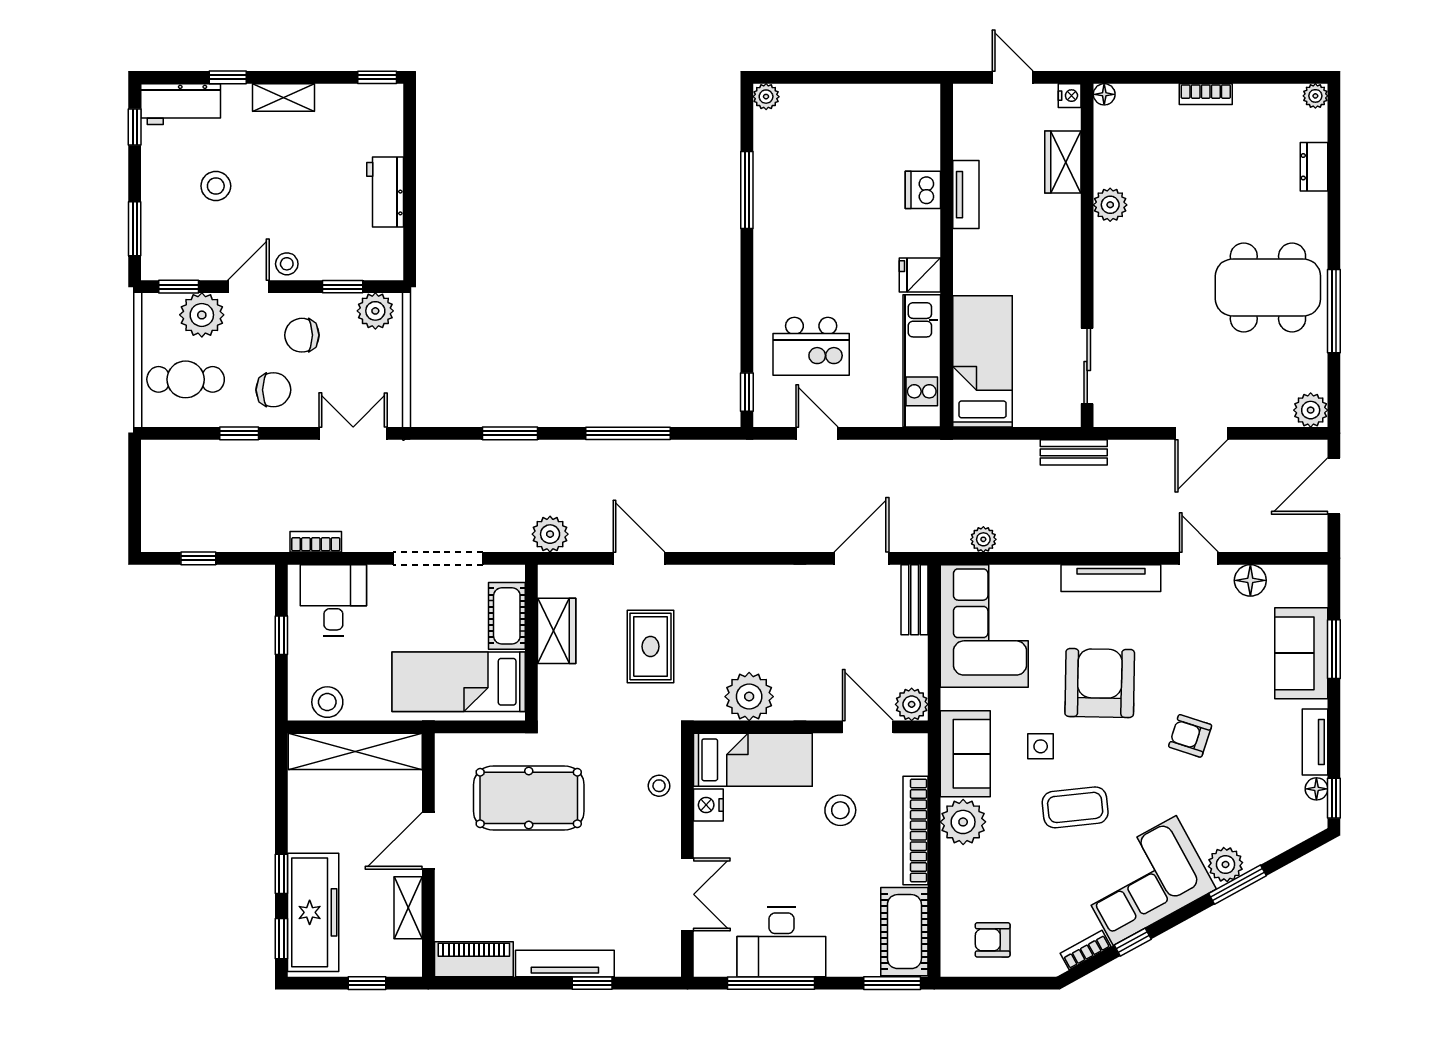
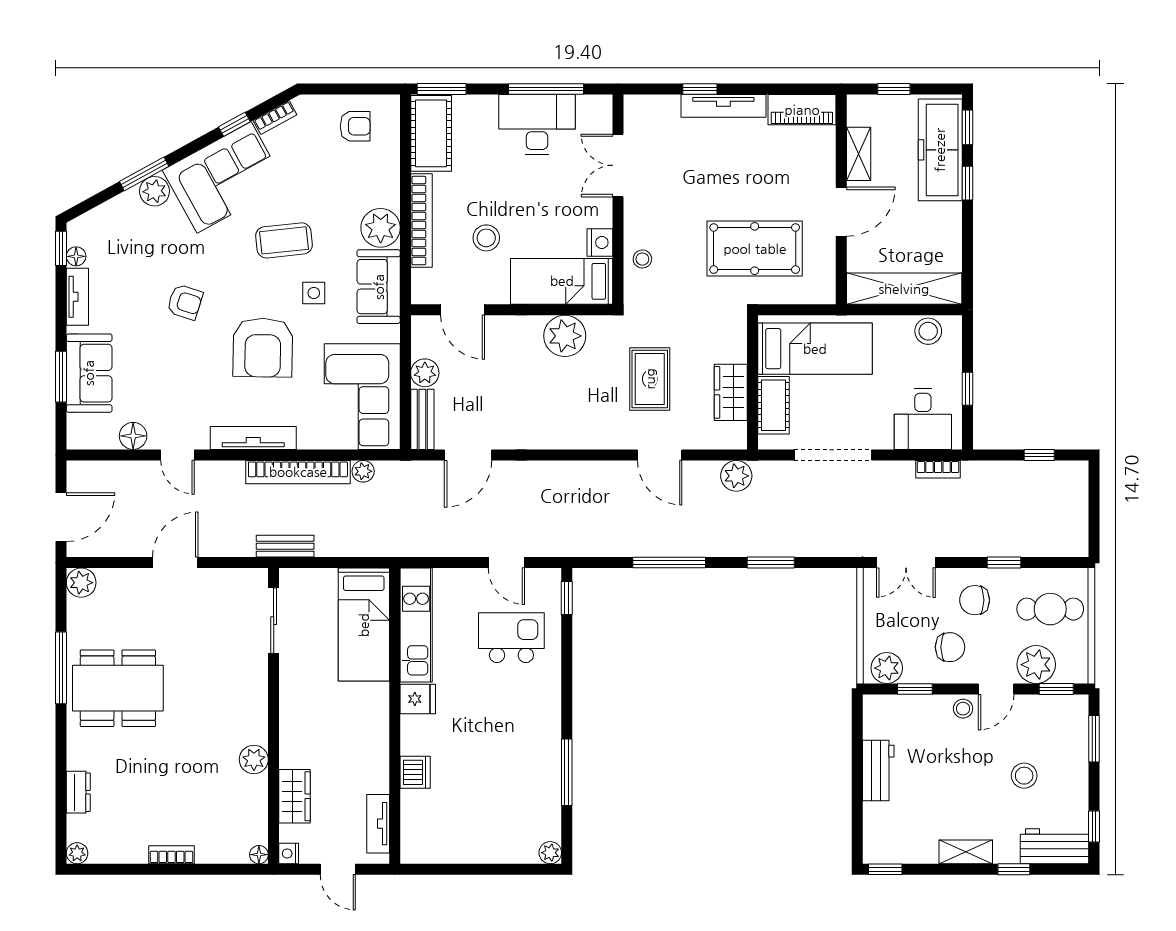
tv unit: (966, 195) -> (378, 824), moved
bookcase: (1059, 538) -> (298, 472), added
plant: (912, 704) -> (425, 373), moved

